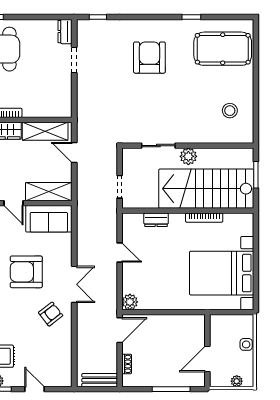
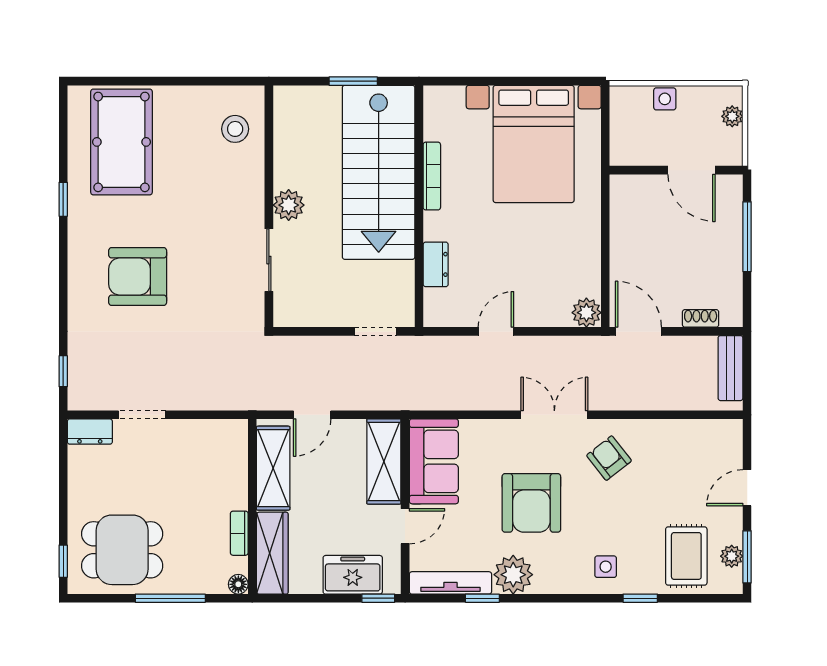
sliding door: (158, 146) -> (269, 260), moved
wall: (188, 146) -> (269, 206), moved
plant: (188, 156) -> (289, 205), moved

